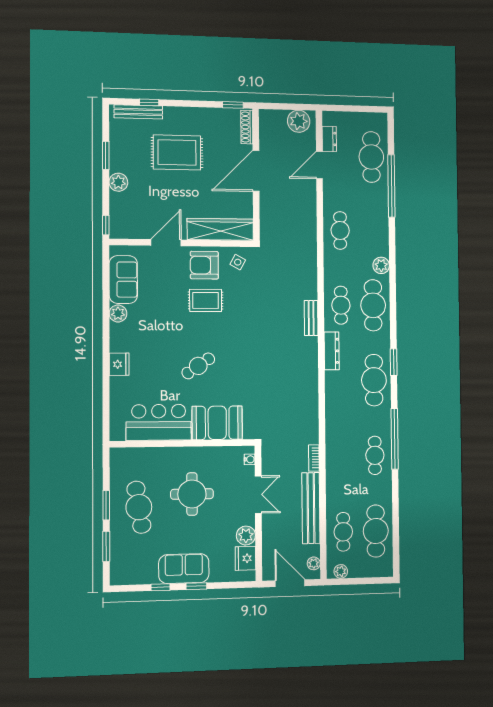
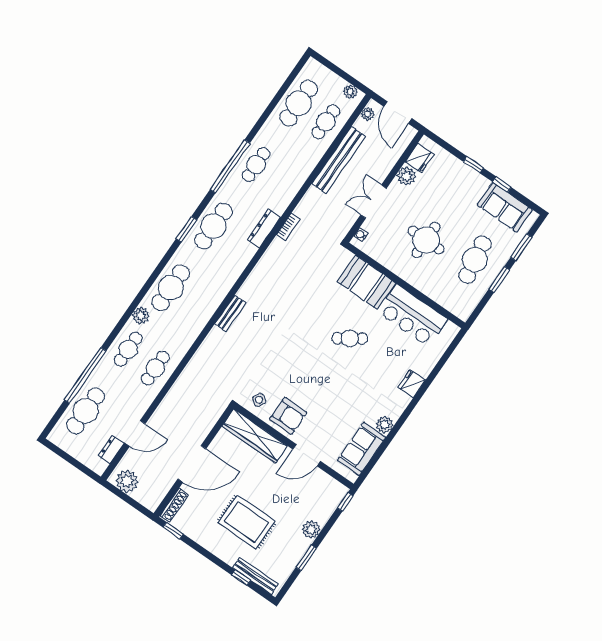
rug: (206, 300) -> (307, 387), removed
cafe table: (341, 305) -> (128, 349), moved
dresser: (332, 351) -> (264, 228), moved
bookcase: (314, 458) -> (288, 227), moved
sofa: (184, 569) -> (505, 207), moved

